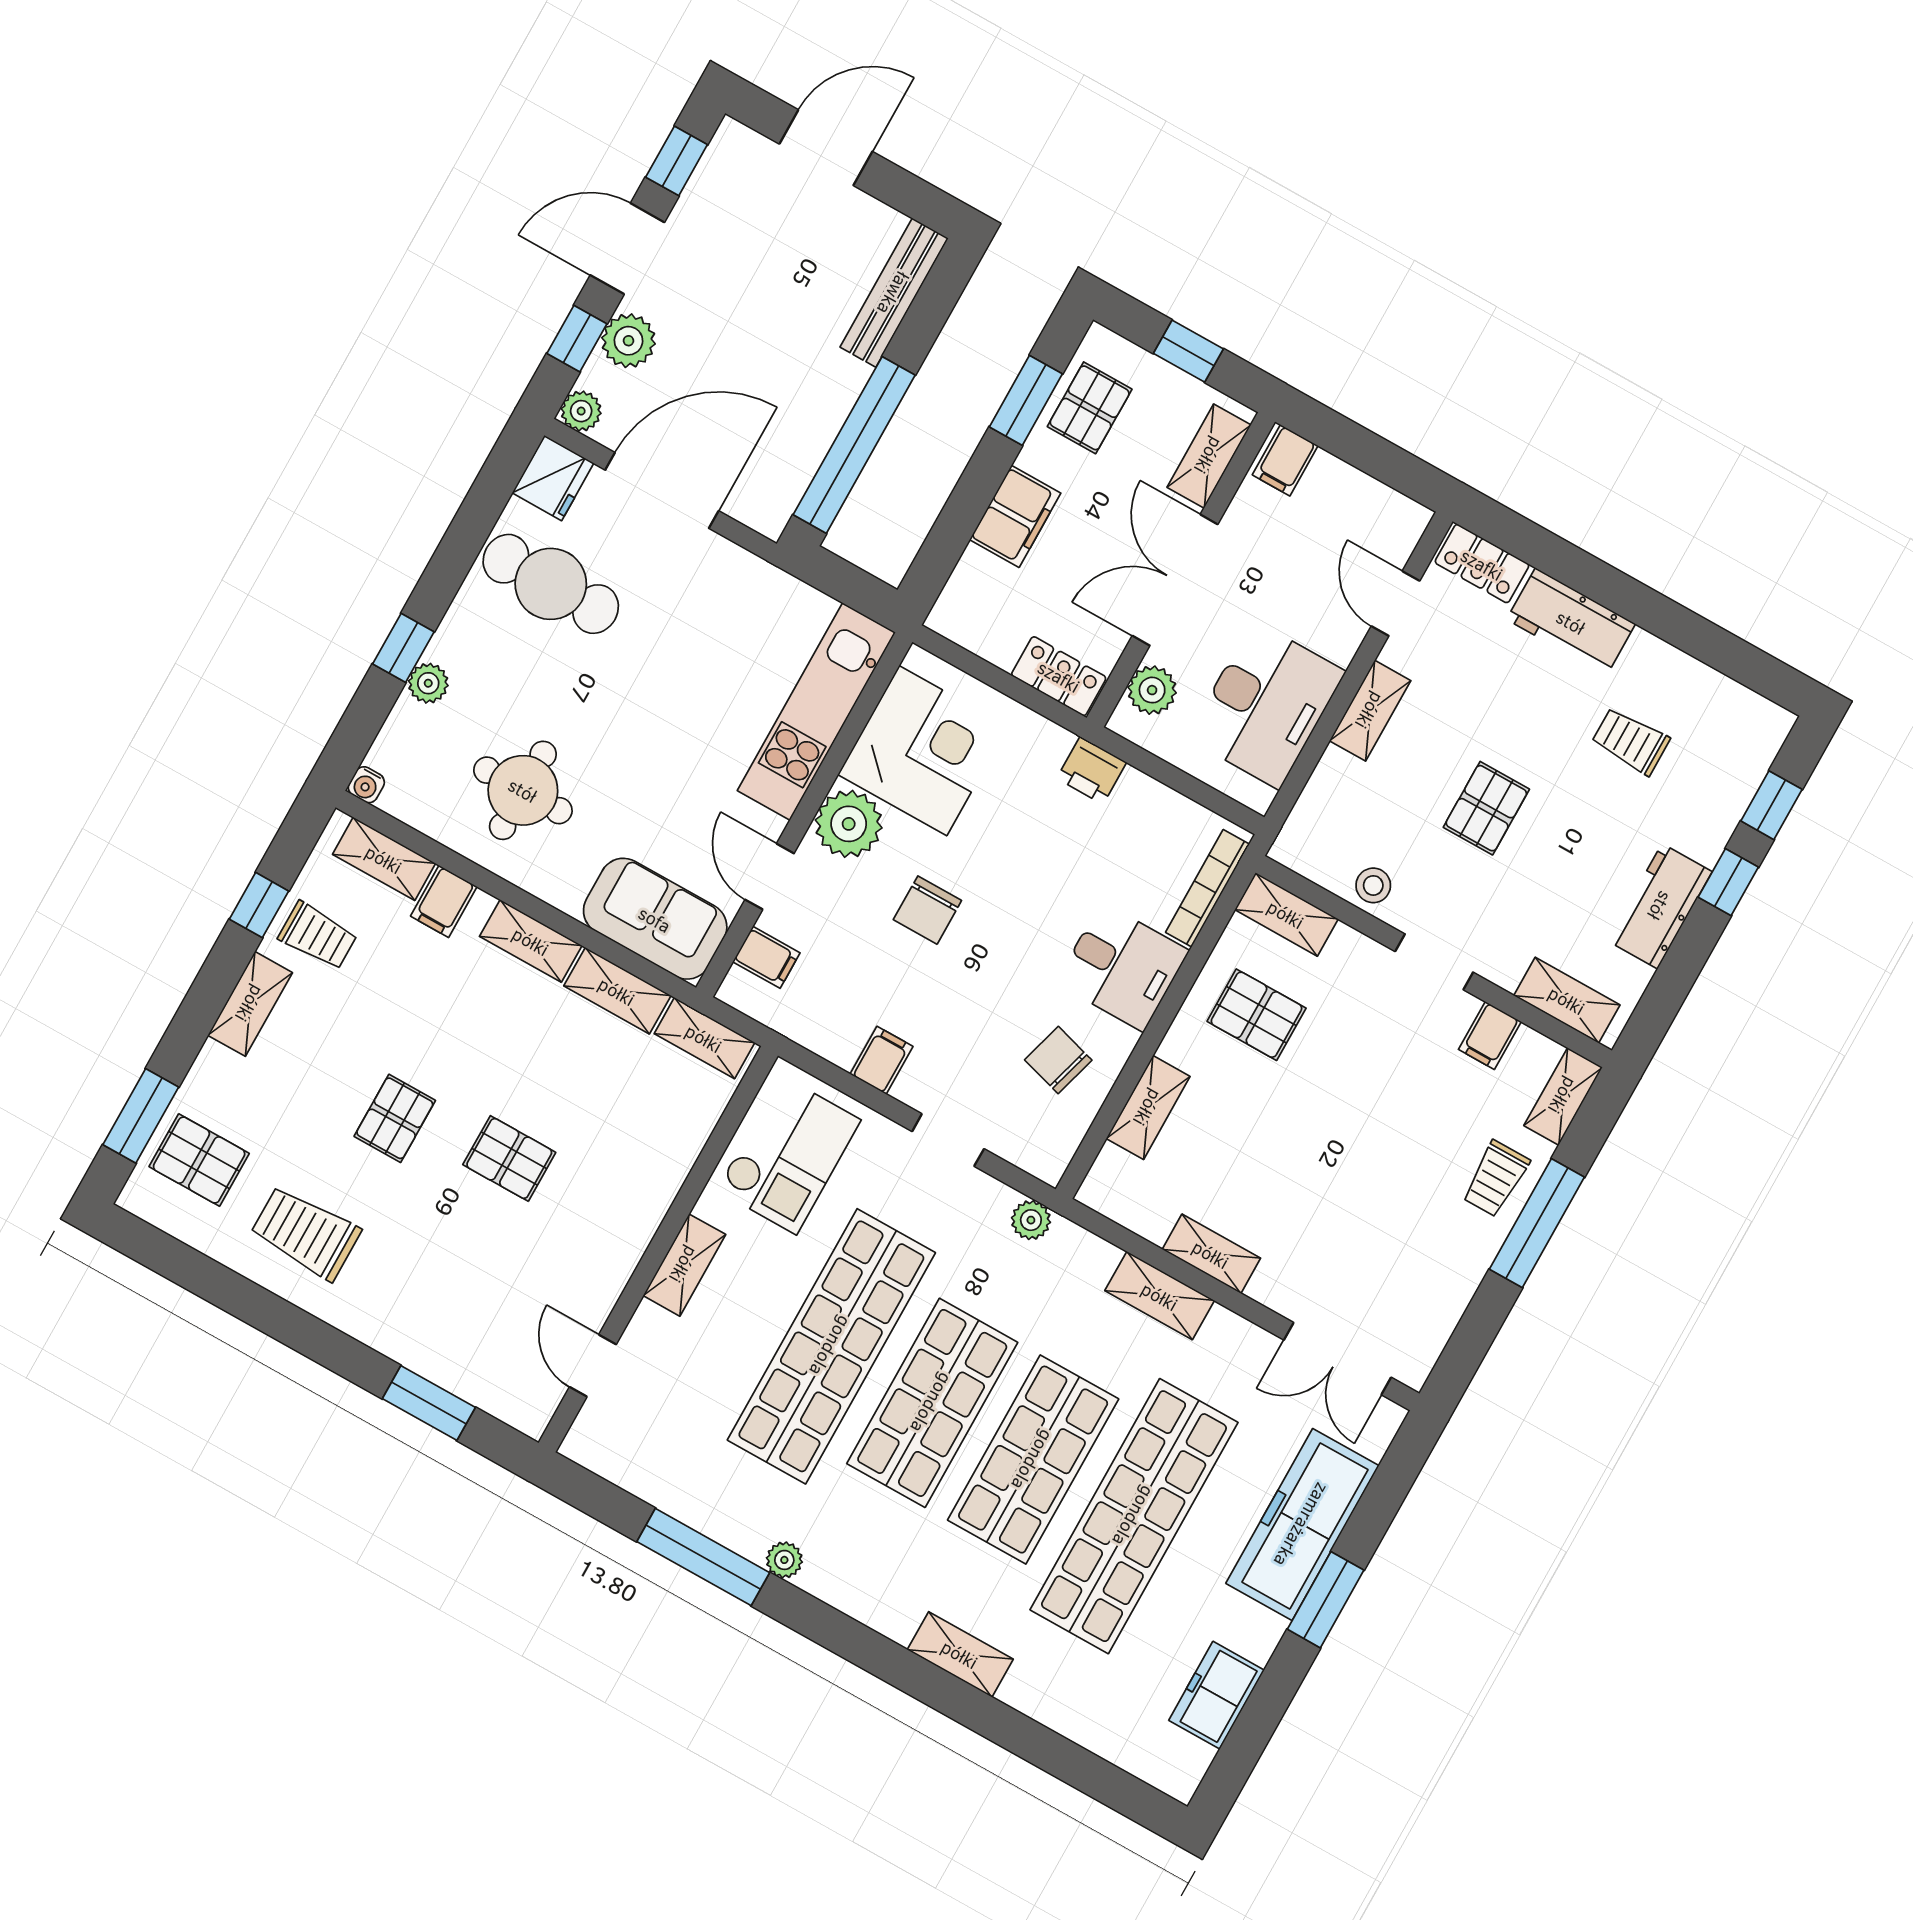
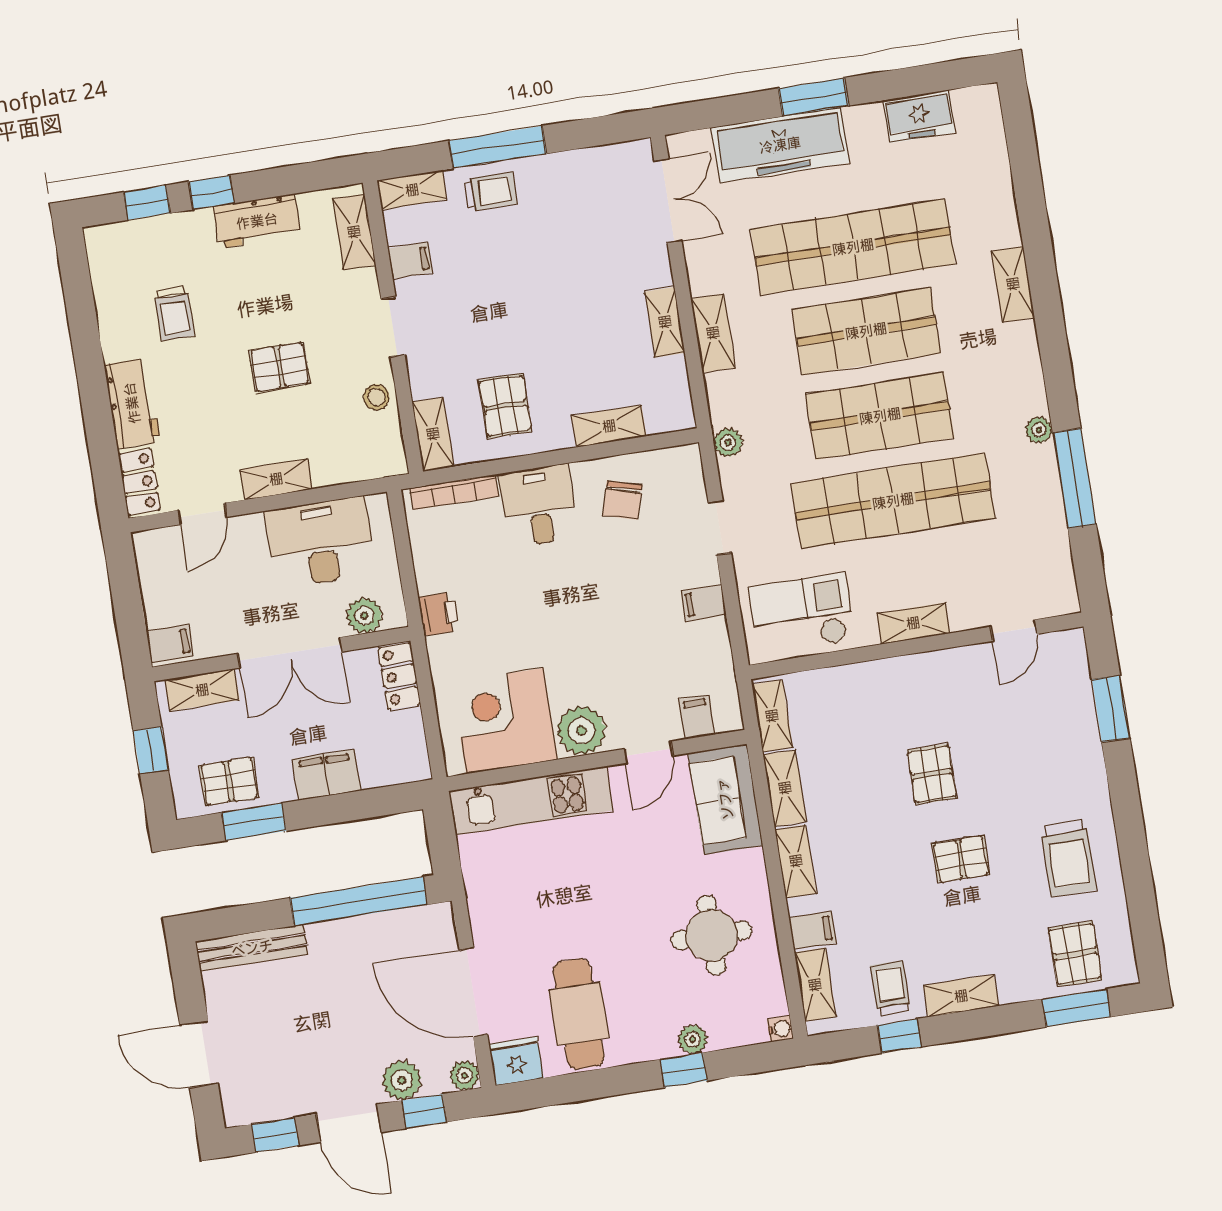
chair: (927, 910) -> (595, 645), removed

